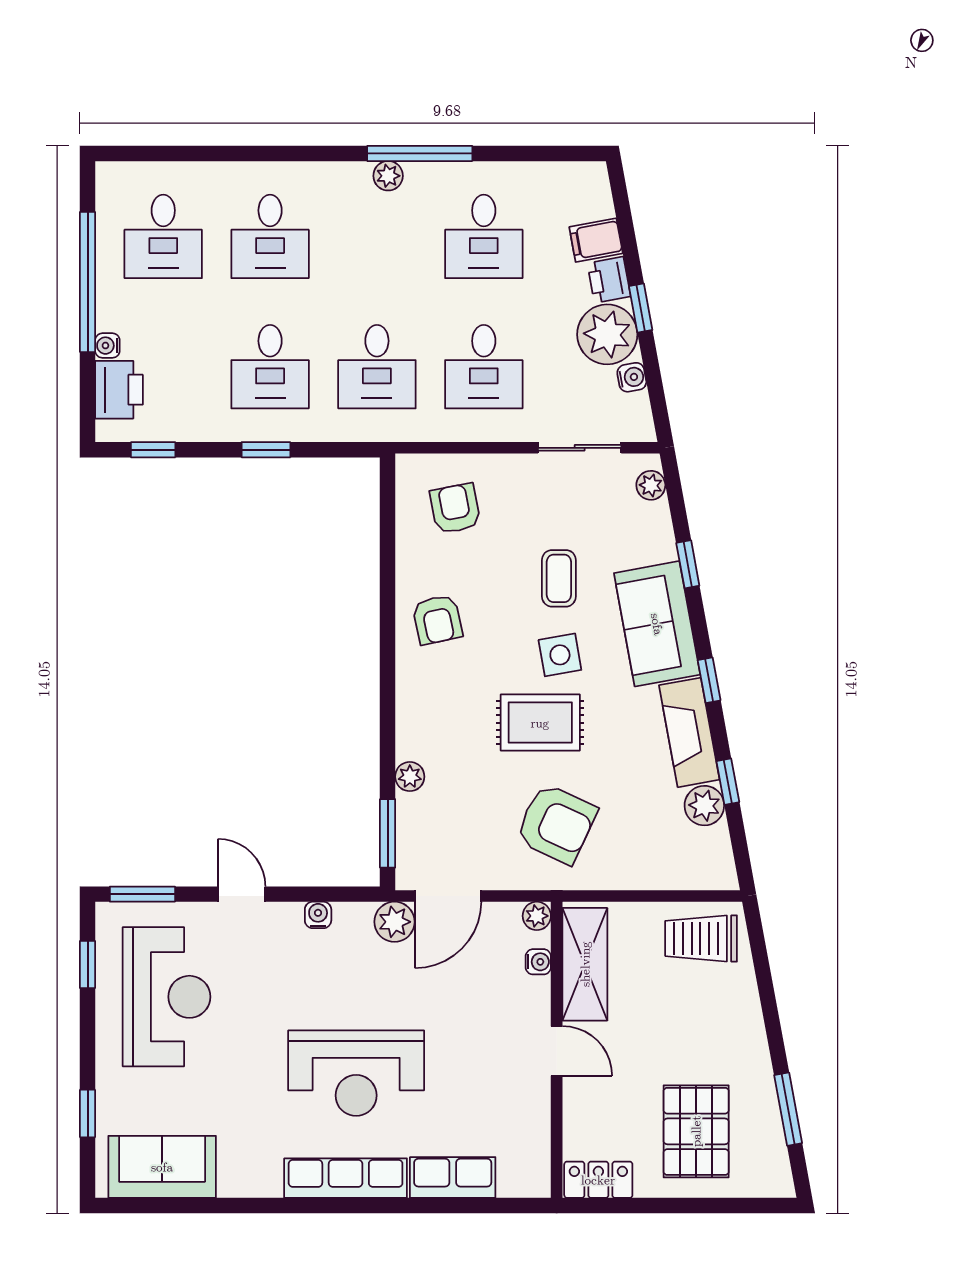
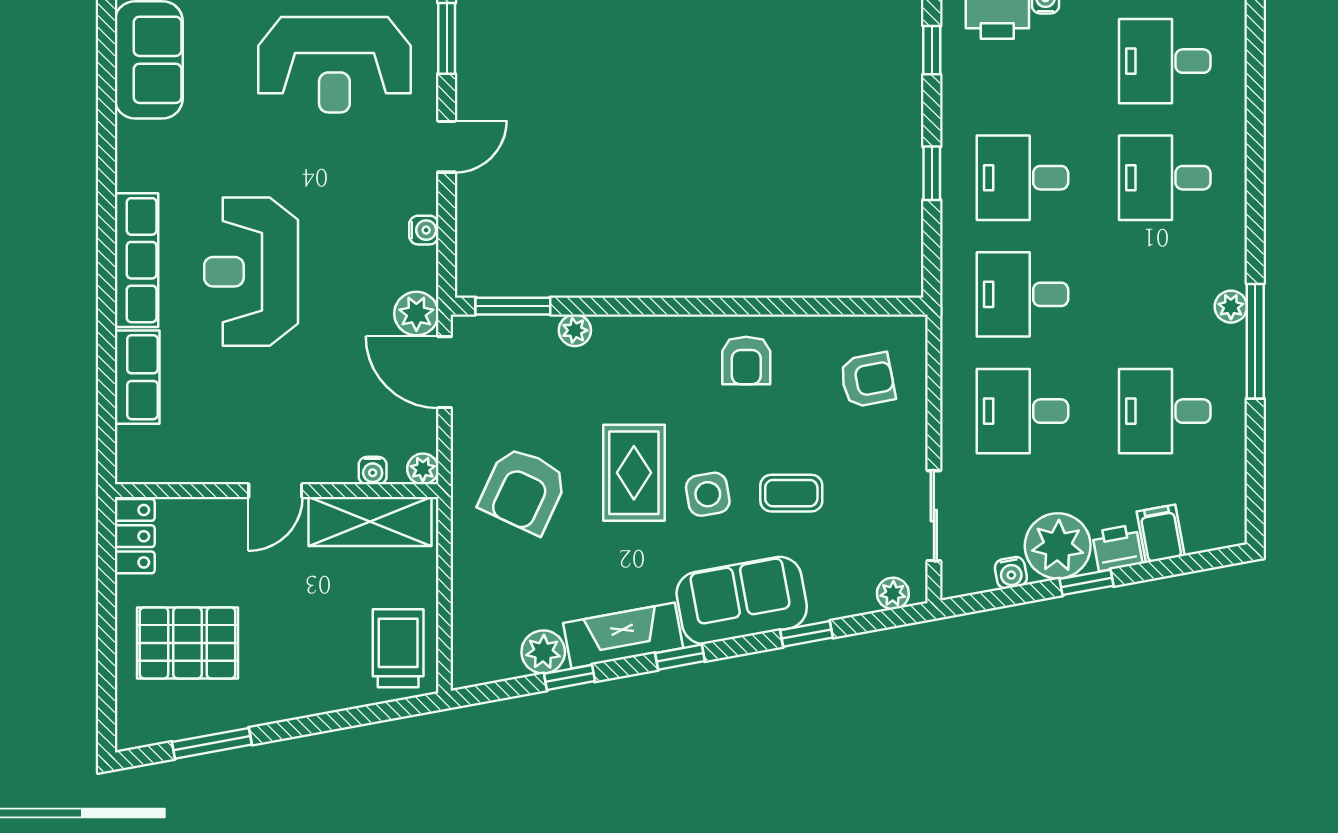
armchair: (437, 620) -> (746, 360), turned -78

